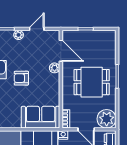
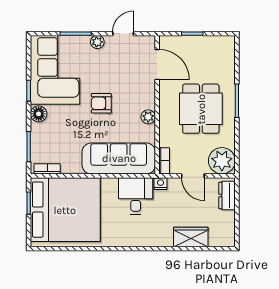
plant: (55, 68) -> (148, 117), moved
dining table: (92, 82) -> (201, 109), turned 90
sofa: (41, 117) -> (119, 158), width x1.36

